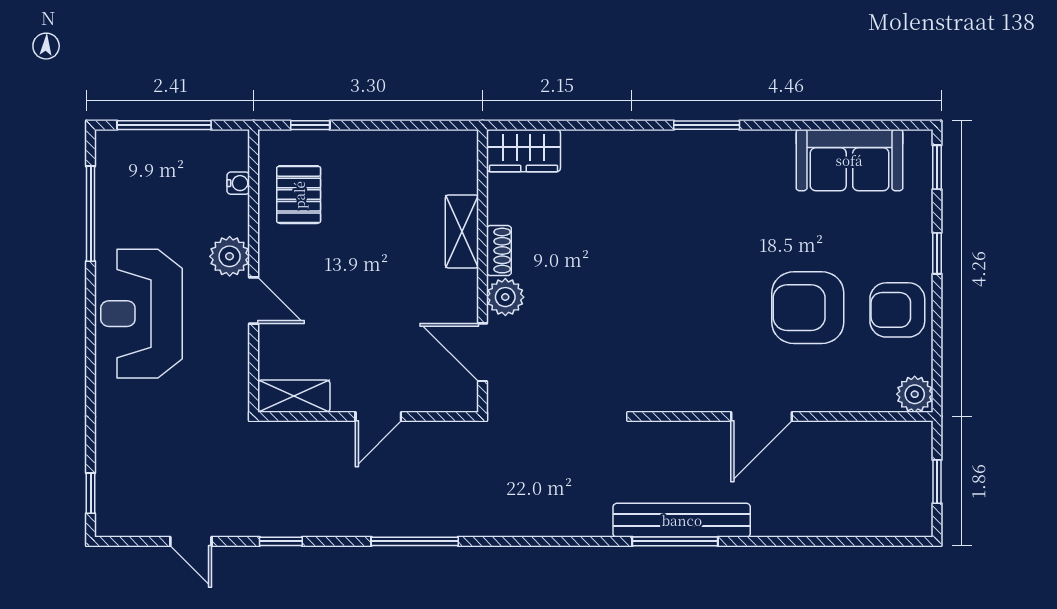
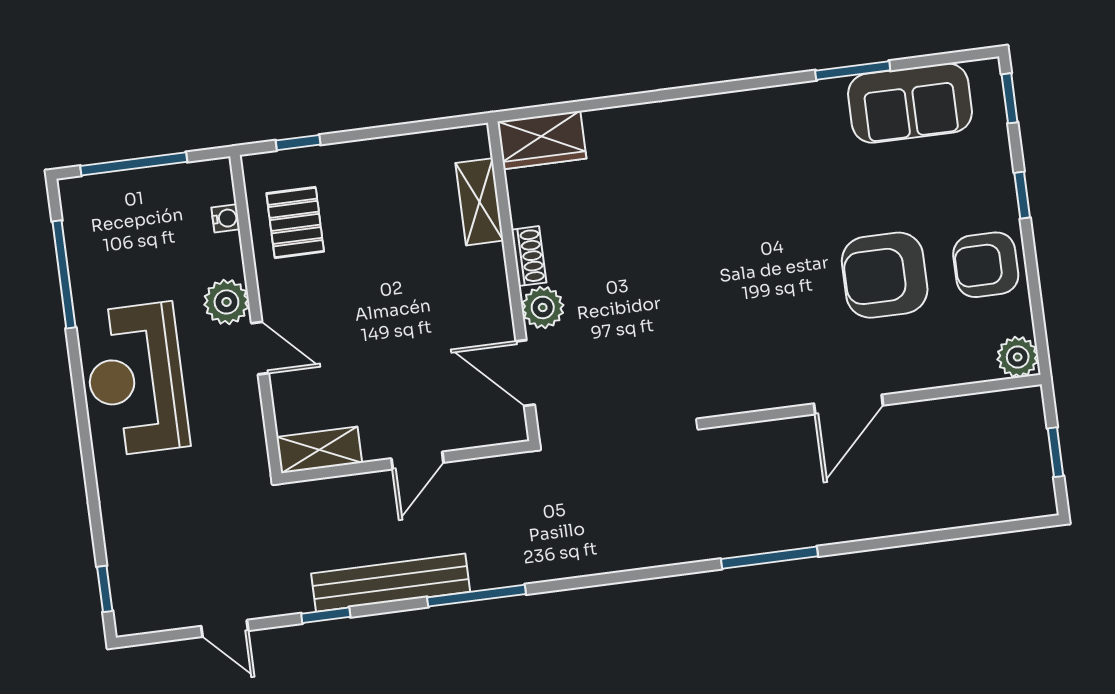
window: (707, 125) -> (853, 71), moved
shelving: (462, 231) -> (479, 202), moved
bench: (682, 520) -> (391, 583), moved

